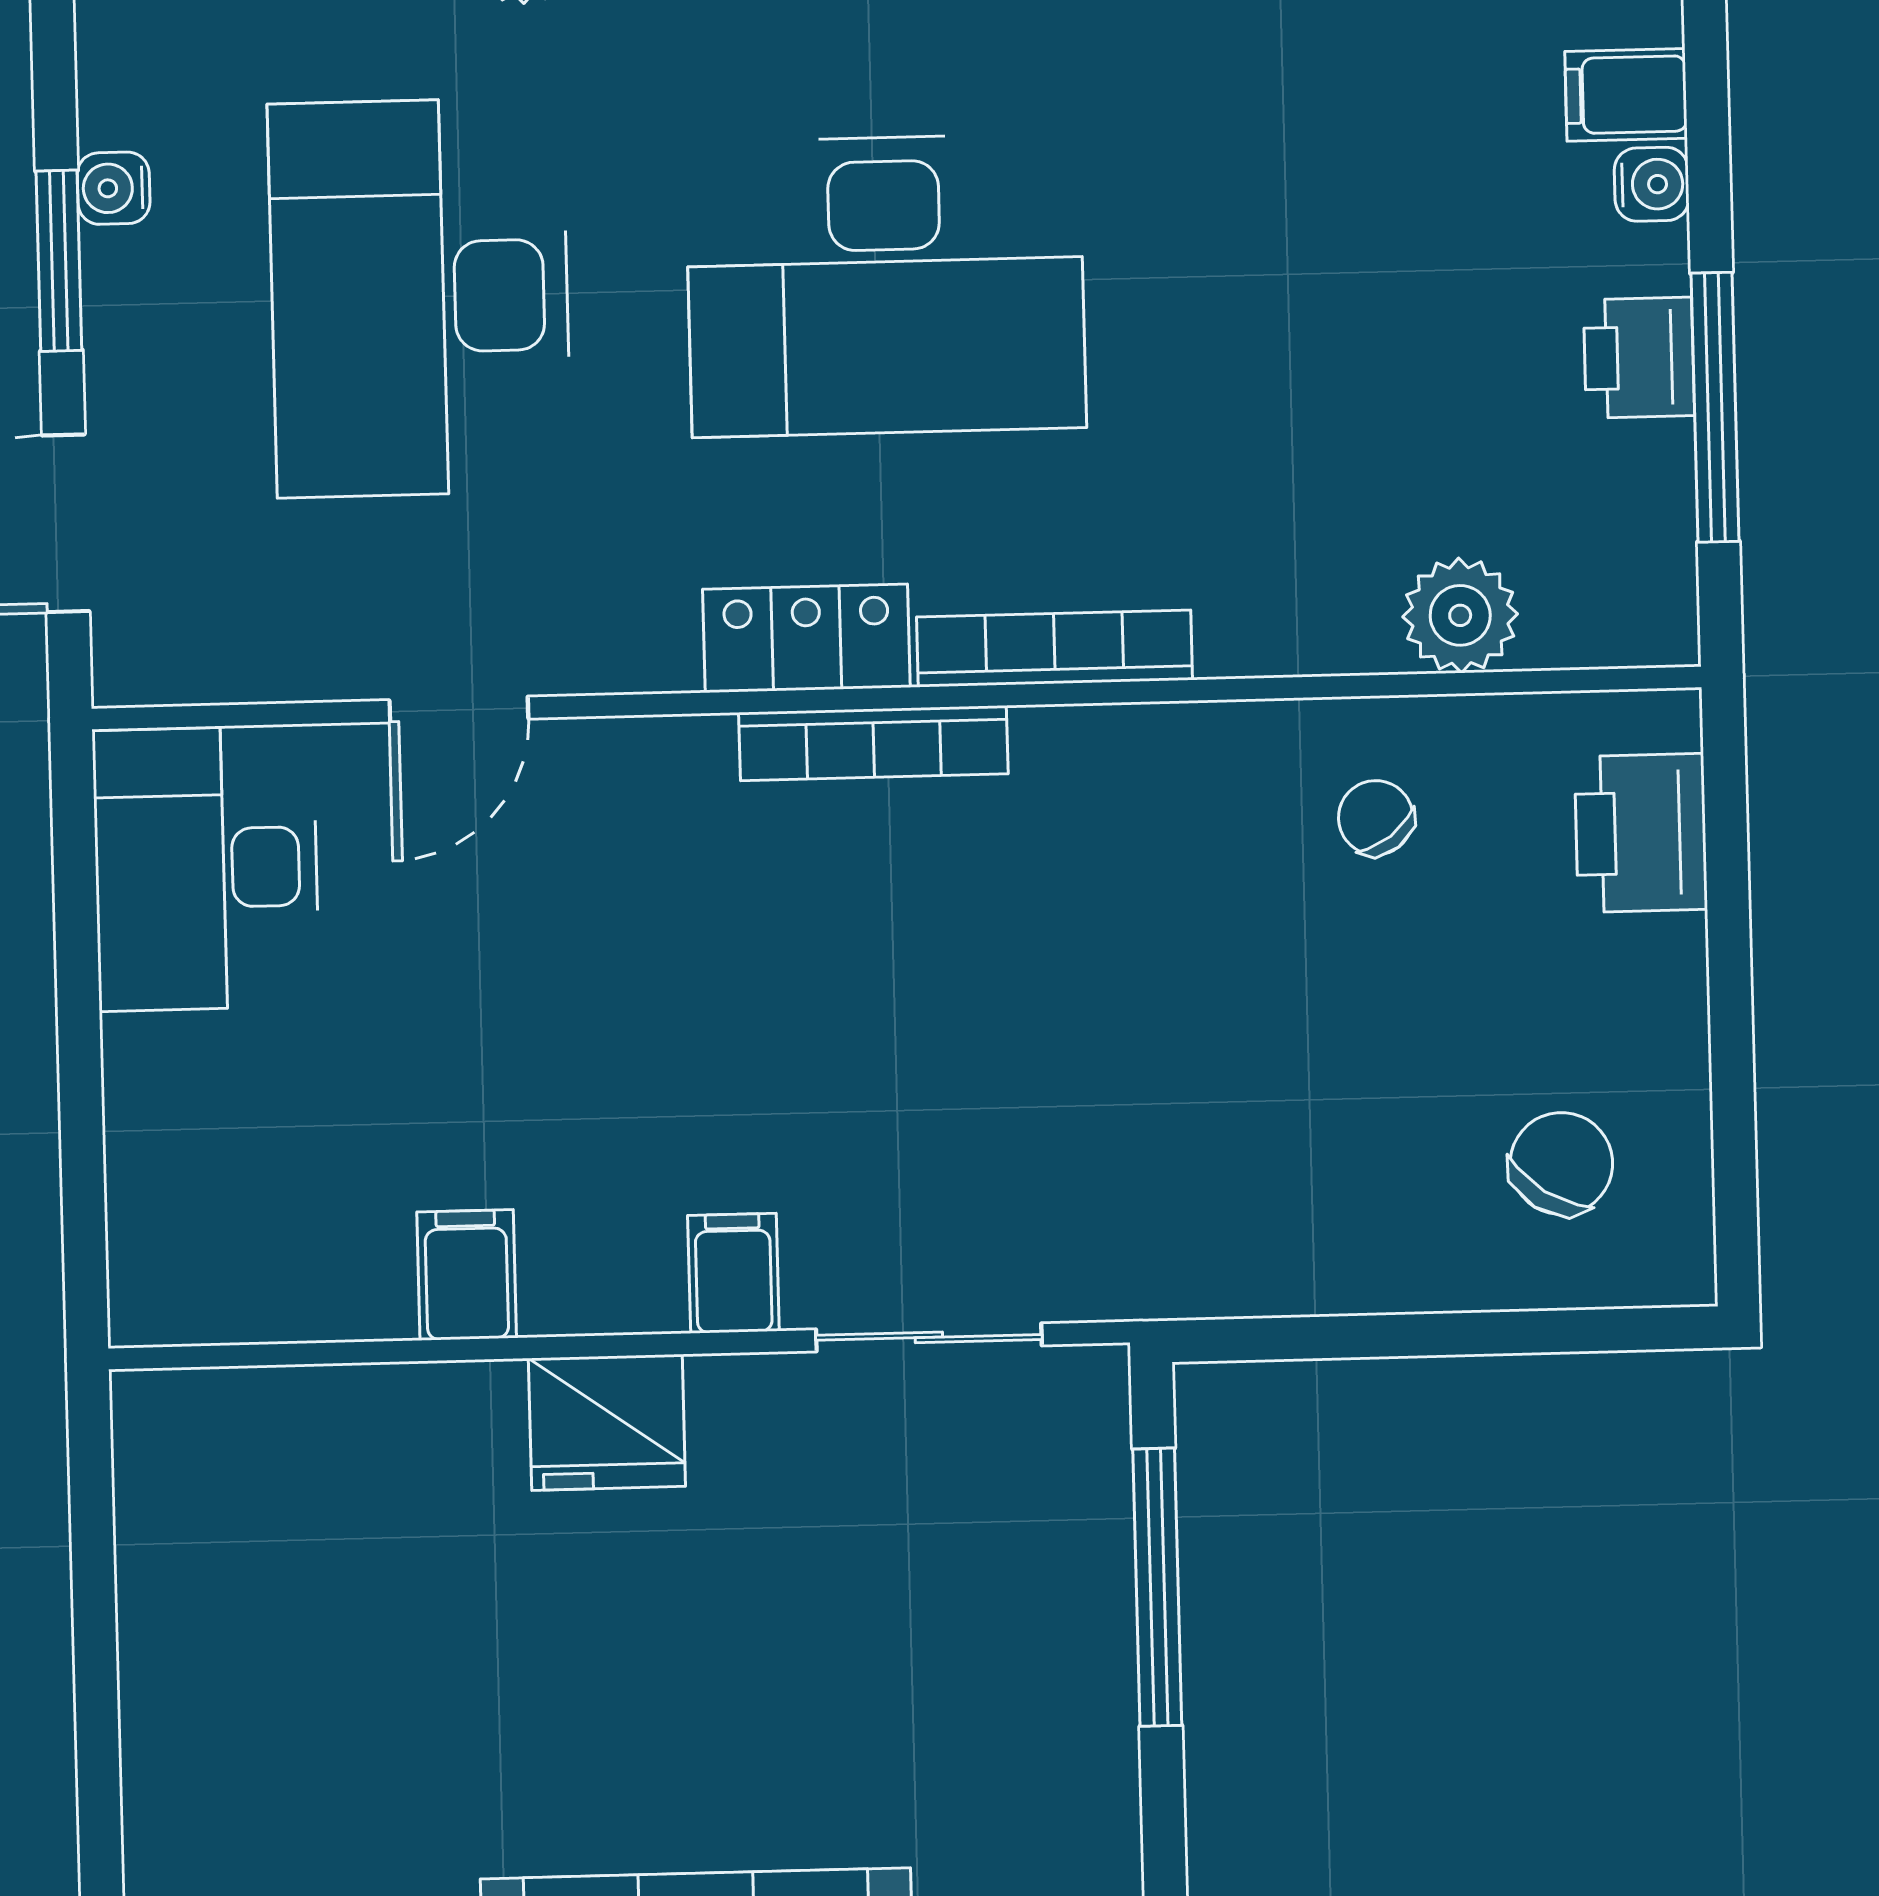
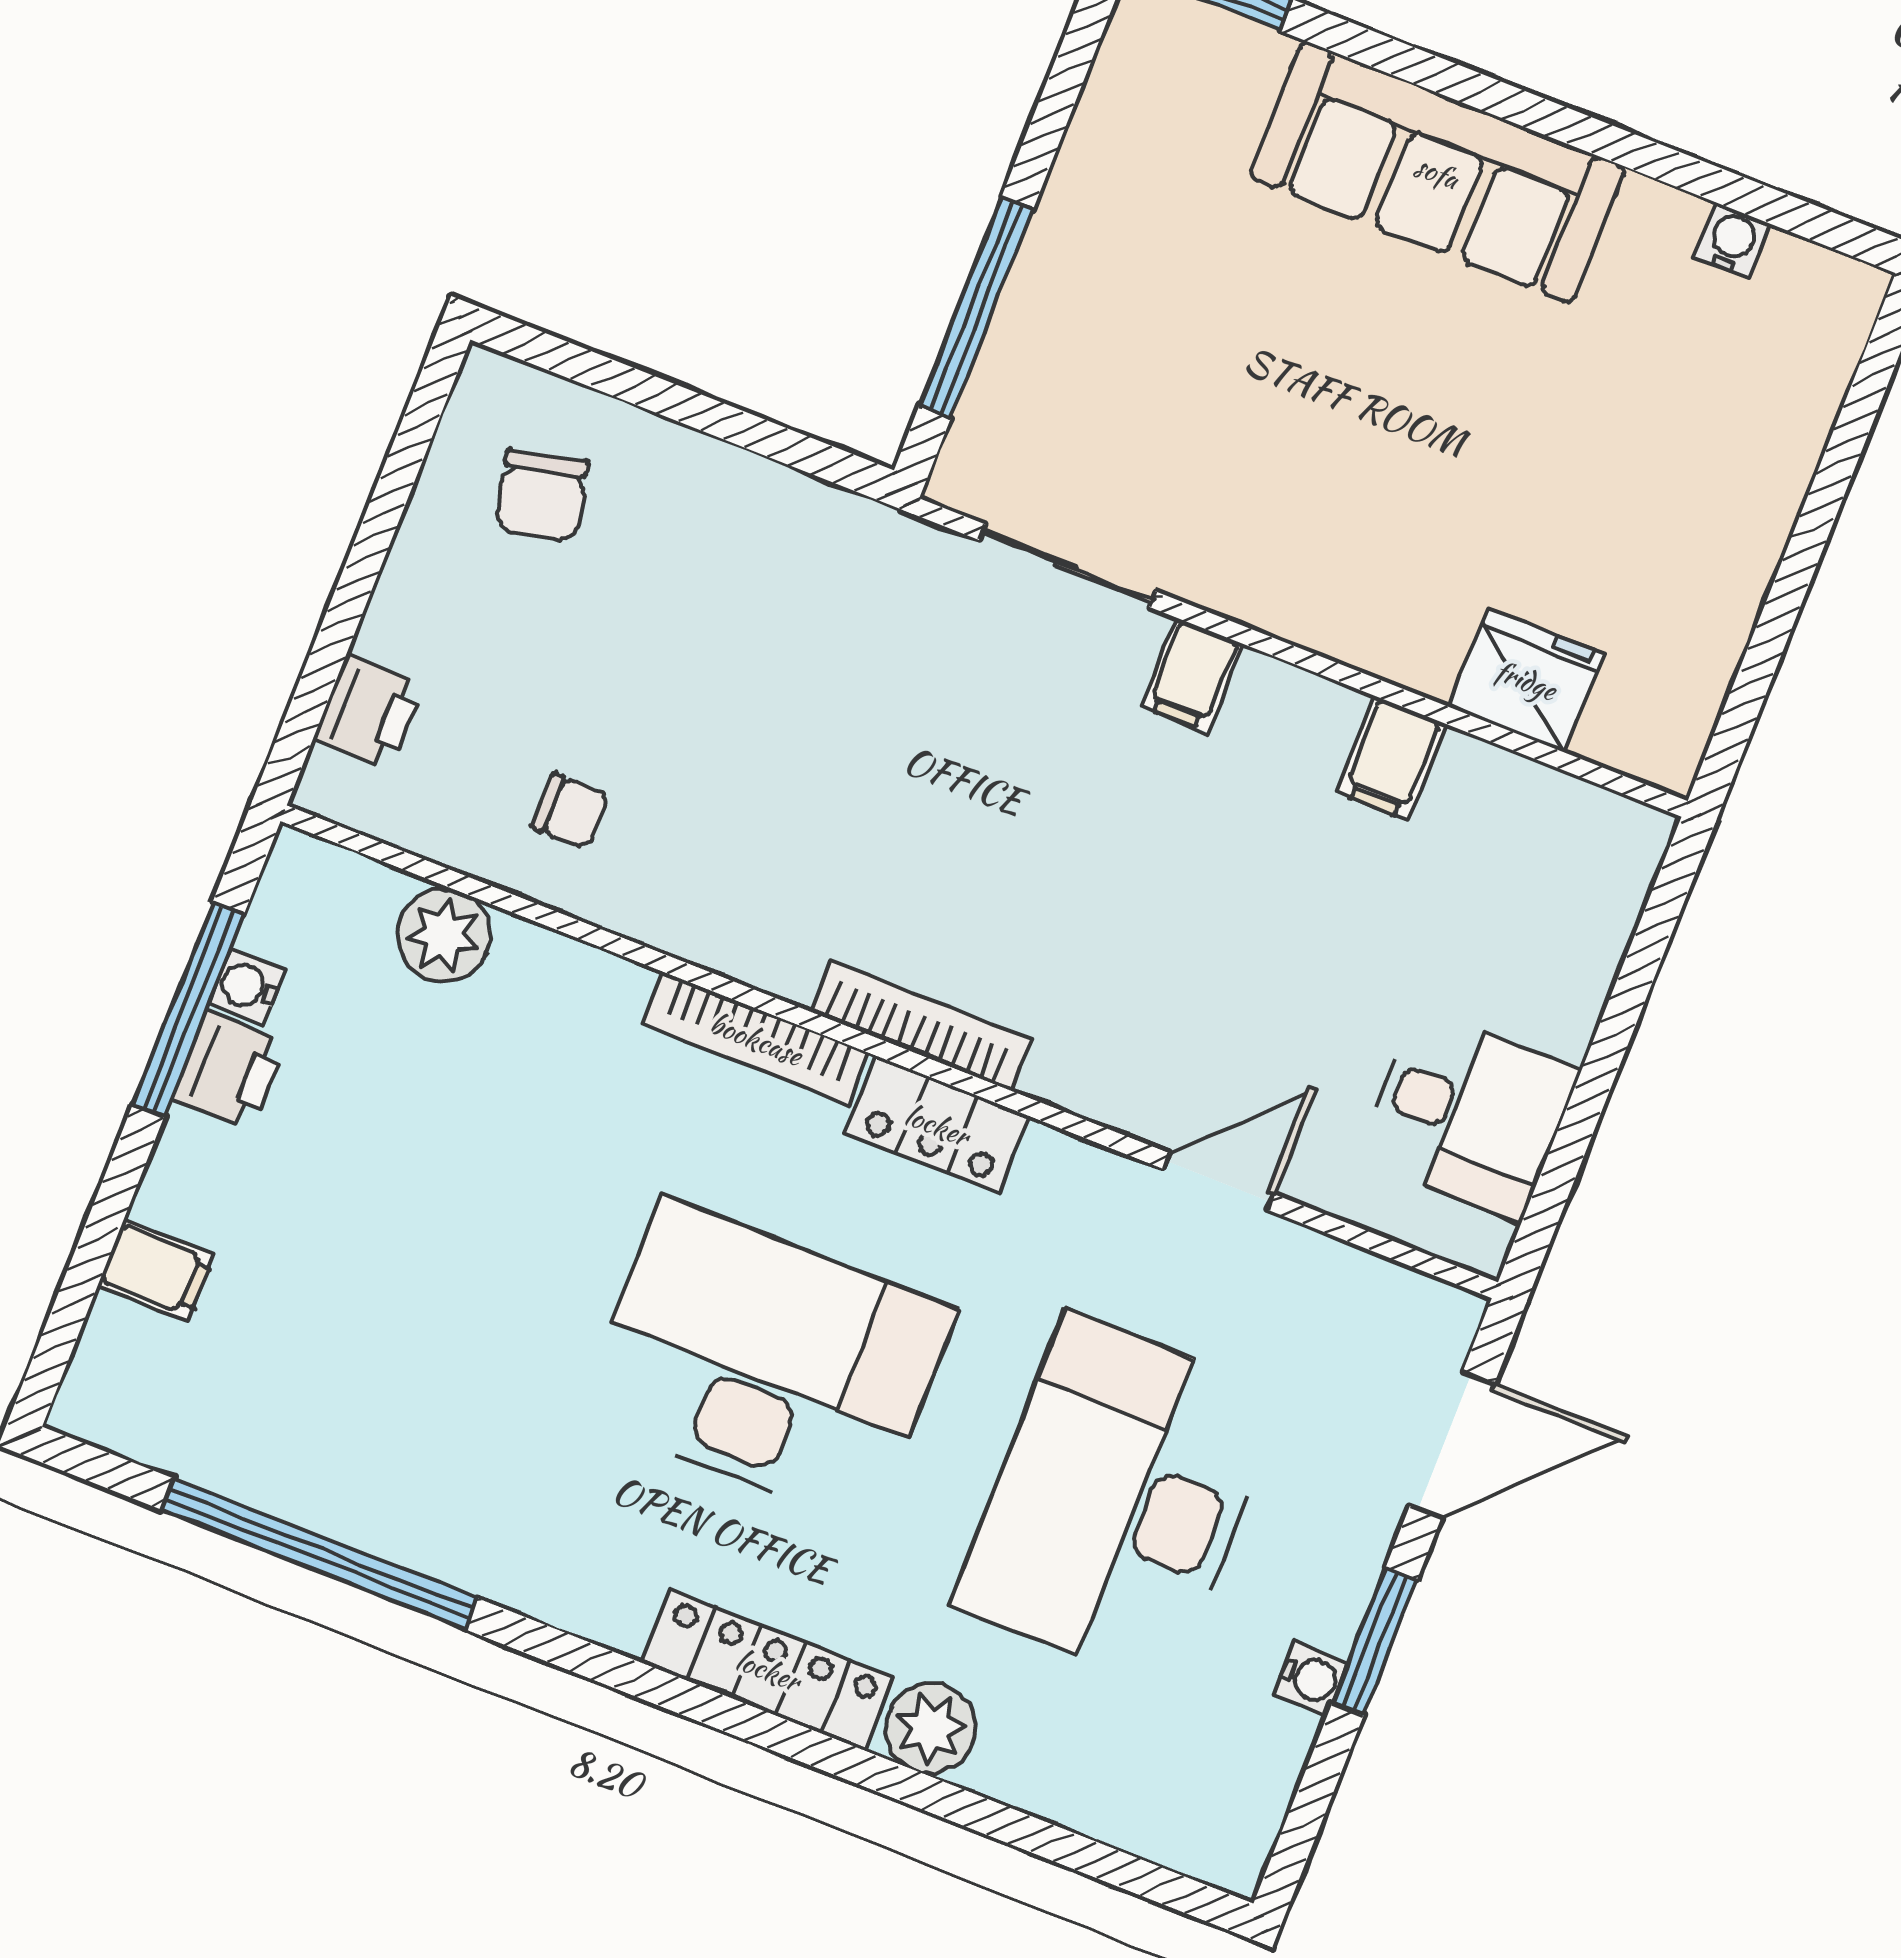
water cooler: (1652, 184) -> (247, 987), moved
desk: (420, 297) -> (1118, 1500), turned 180
chair: (1376, 818) -> (570, 811), turned -53
printer: (1641, 833) -> (369, 712), width x0.73, depth x0.81
desk: (206, 868) -> (1468, 1114), width x0.73
chair: (1561, 1163) -> (541, 495), turned -46
fridge: (607, 1422) -> (1526, 680), moved

